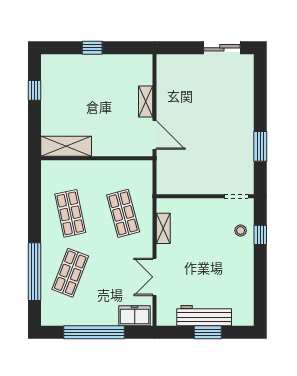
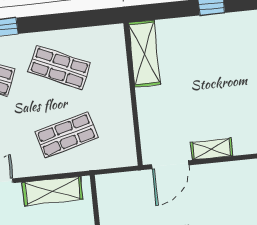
shop shelf: (70, 213) -> (59, 68), turned 36
shelving: (163, 228) -> (53, 191), width x1.50, depth x1.33

